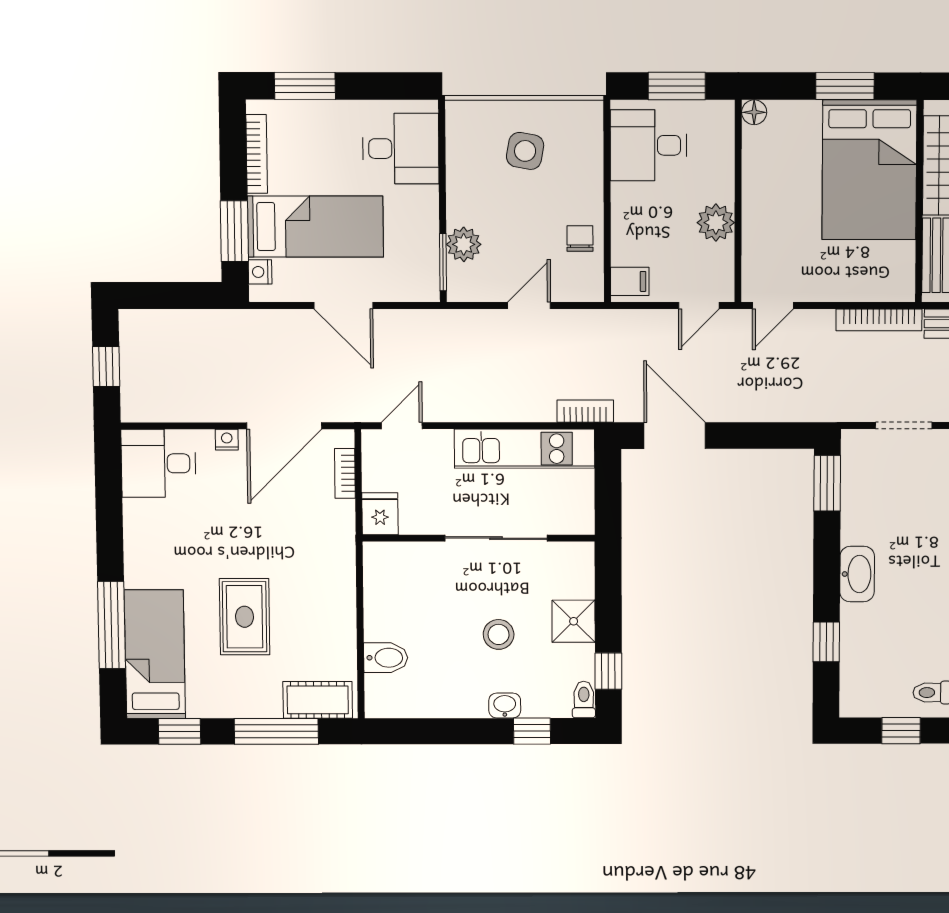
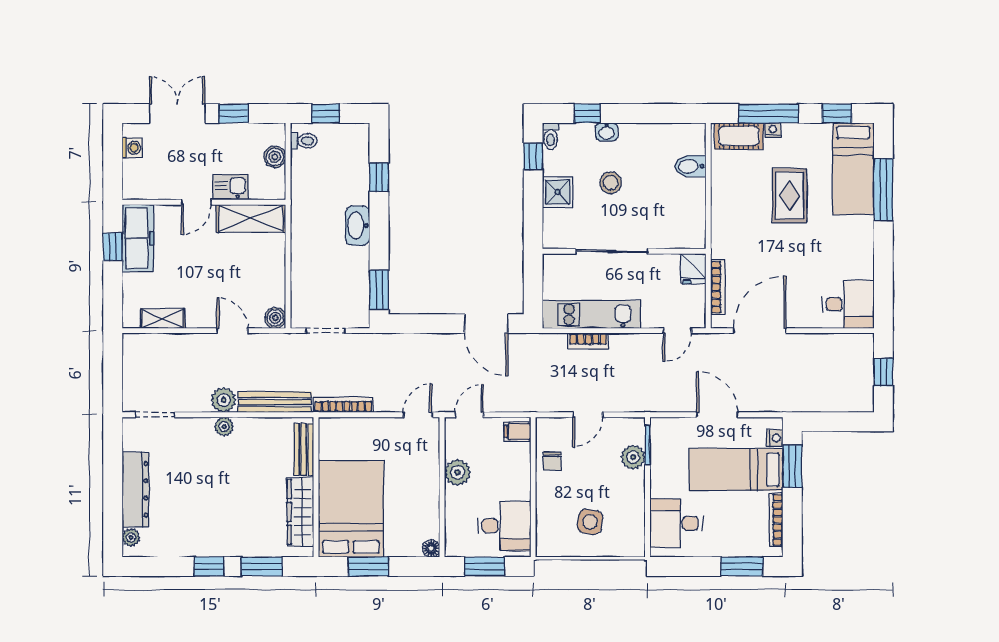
bookcase: (585, 411) -> (588, 341), moved
nightstand: (227, 440) -> (773, 130), moved, turned 180
bookcase: (345, 473) -> (718, 287), width x1.56

